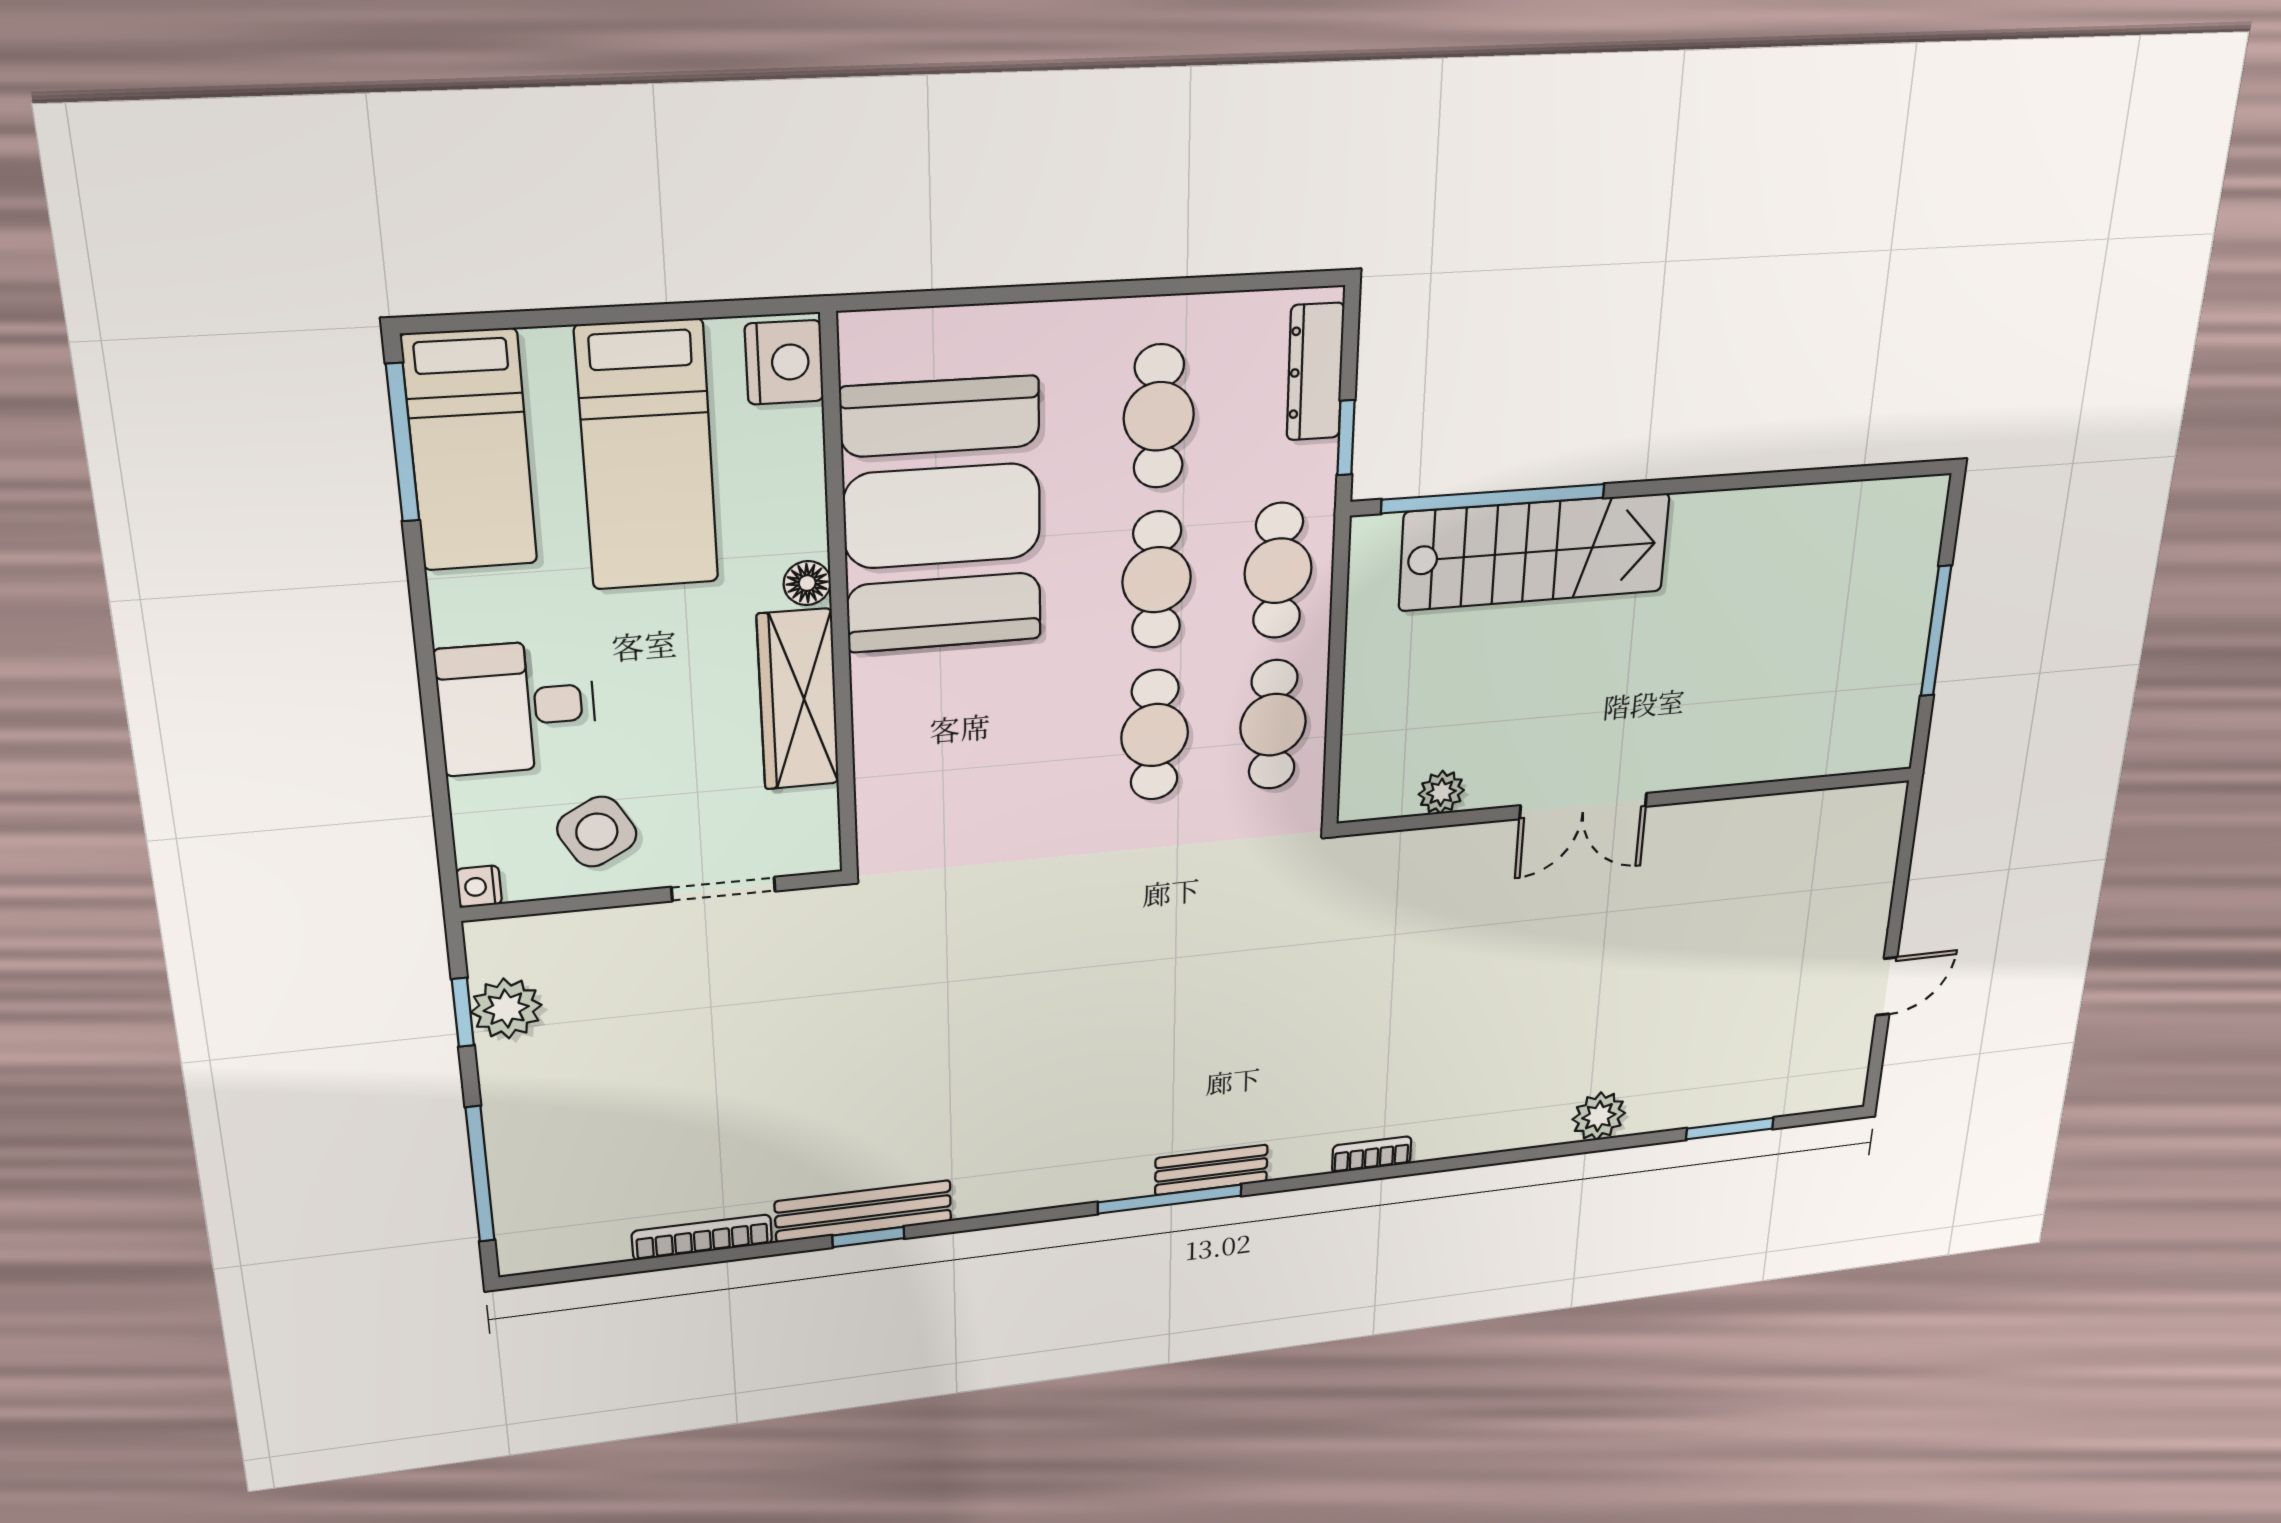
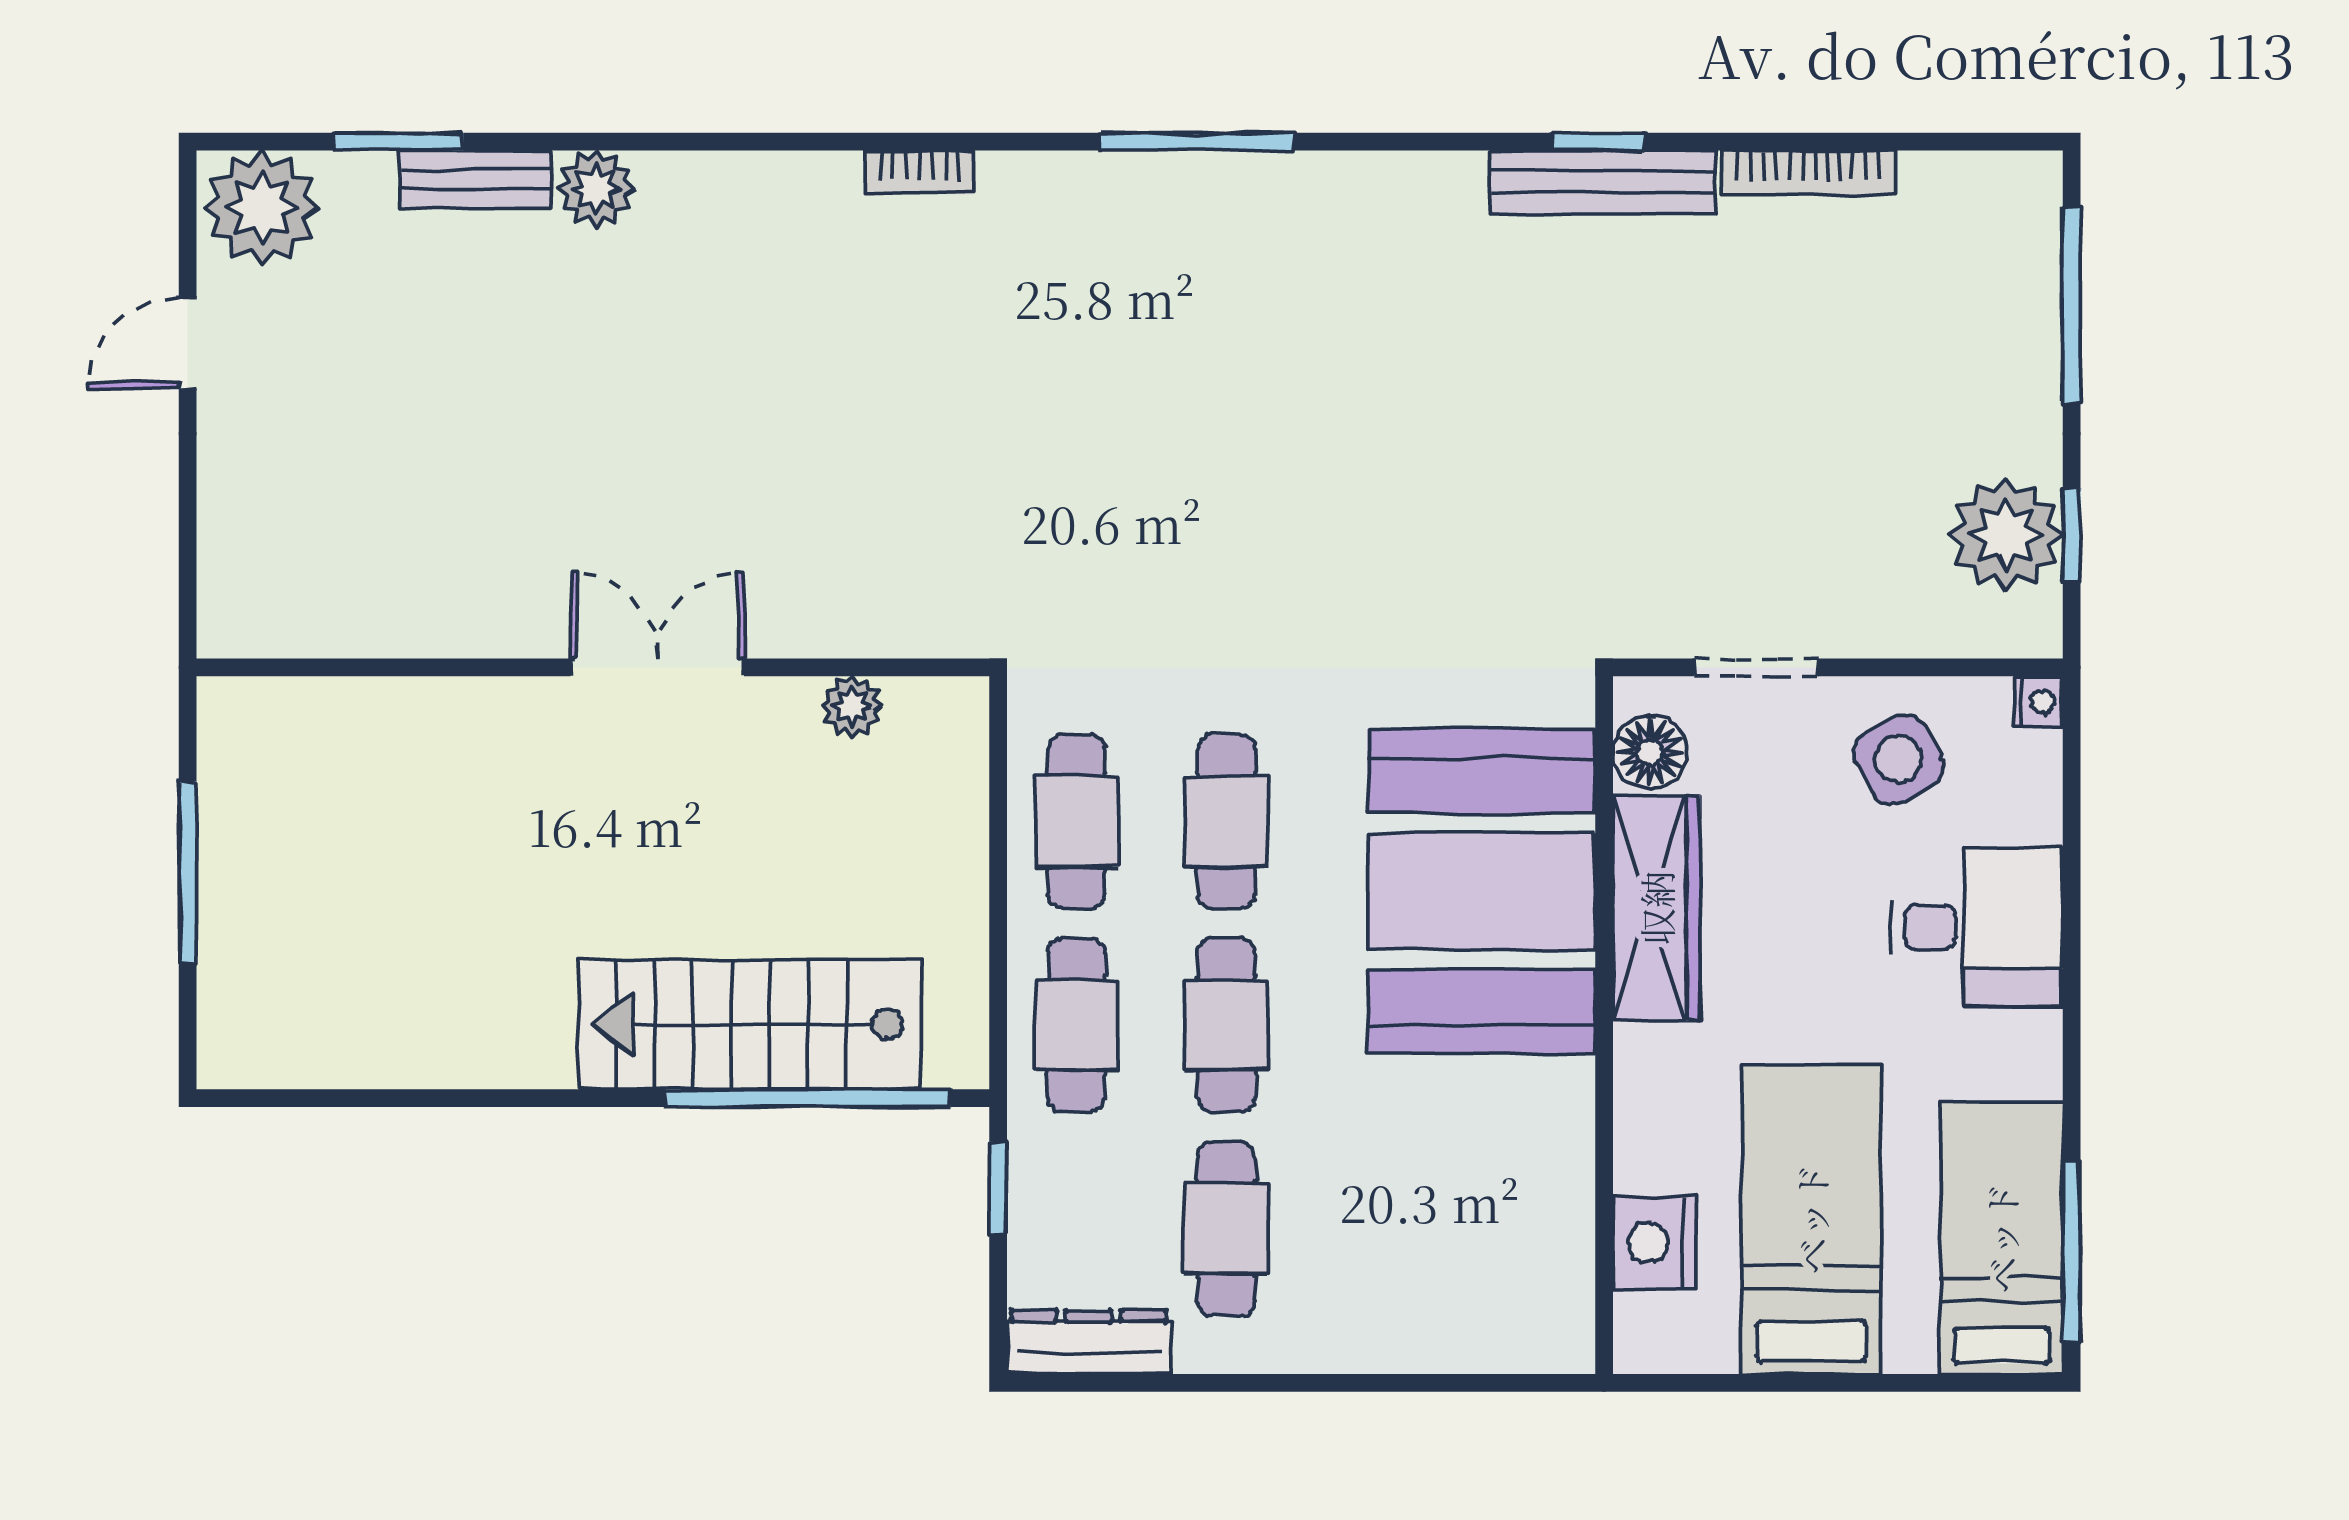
nightstand: (784, 362) -> (1655, 1243), moved
dresser: (1315, 372) -> (1089, 1342), moved, turned -90
booth: (942, 516) -> (1481, 891), moved
floor lamp: (807, 583) -> (1650, 752), moved, width x1.37, depth x1.37
plant: (506, 1009) -> (2006, 534), width x1.36, depth x1.36
plant: (1826, 1077) -> (262, 207), added
bench: (1211, 1170) -> (476, 179), moved

